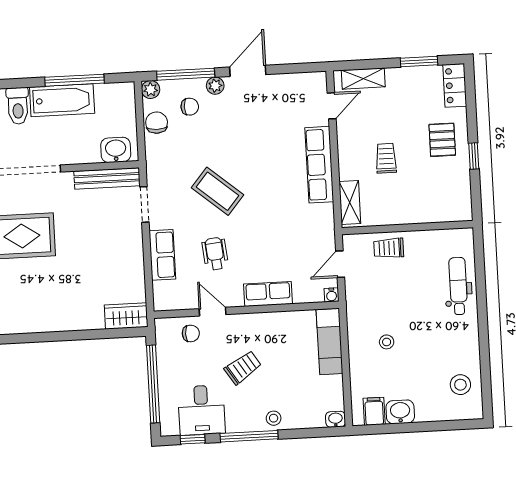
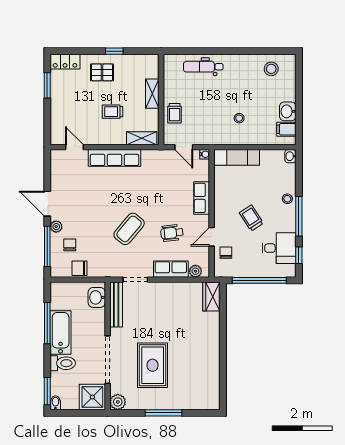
shelving: (363, 79) -> (152, 94), moved
plant: (151, 89) -> (195, 271), moved

